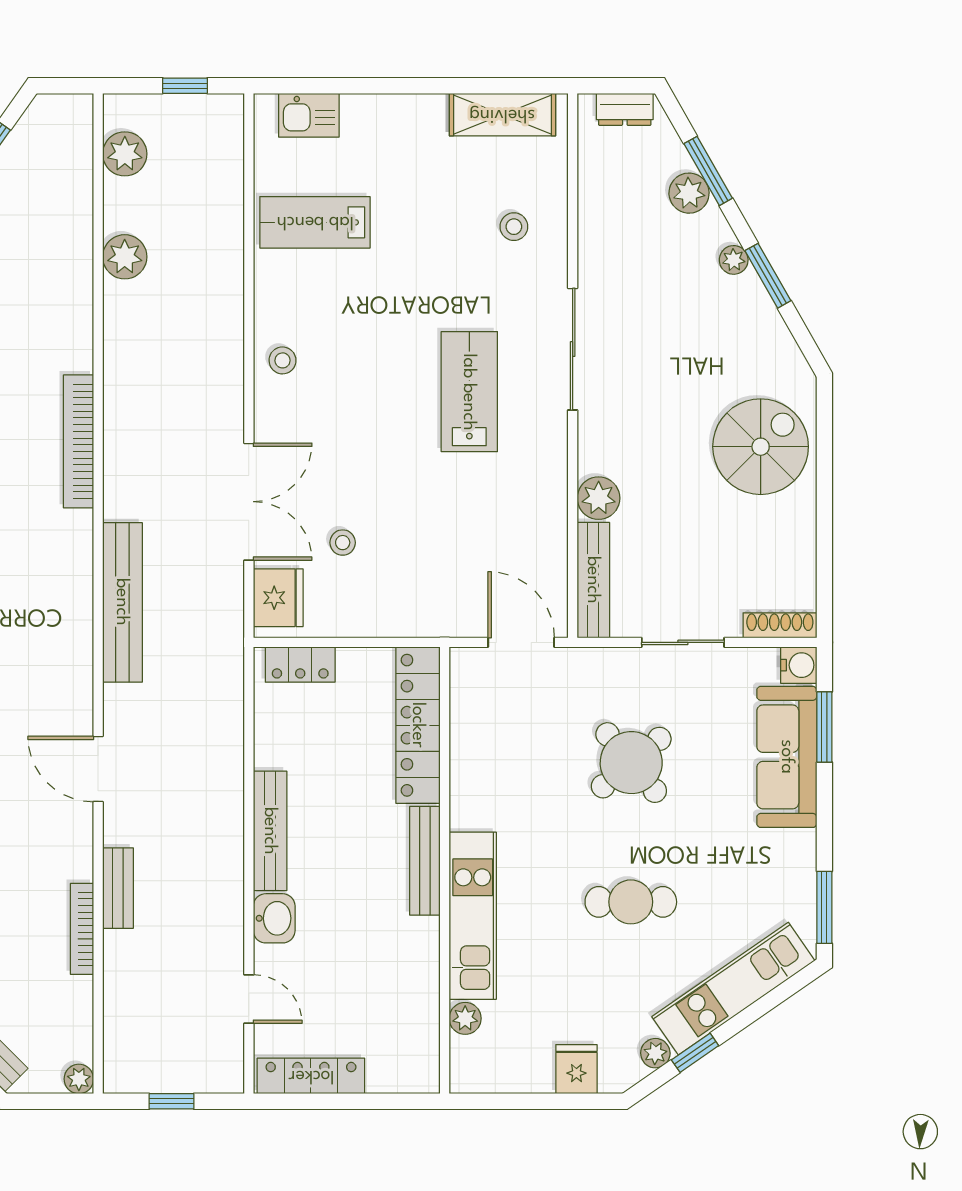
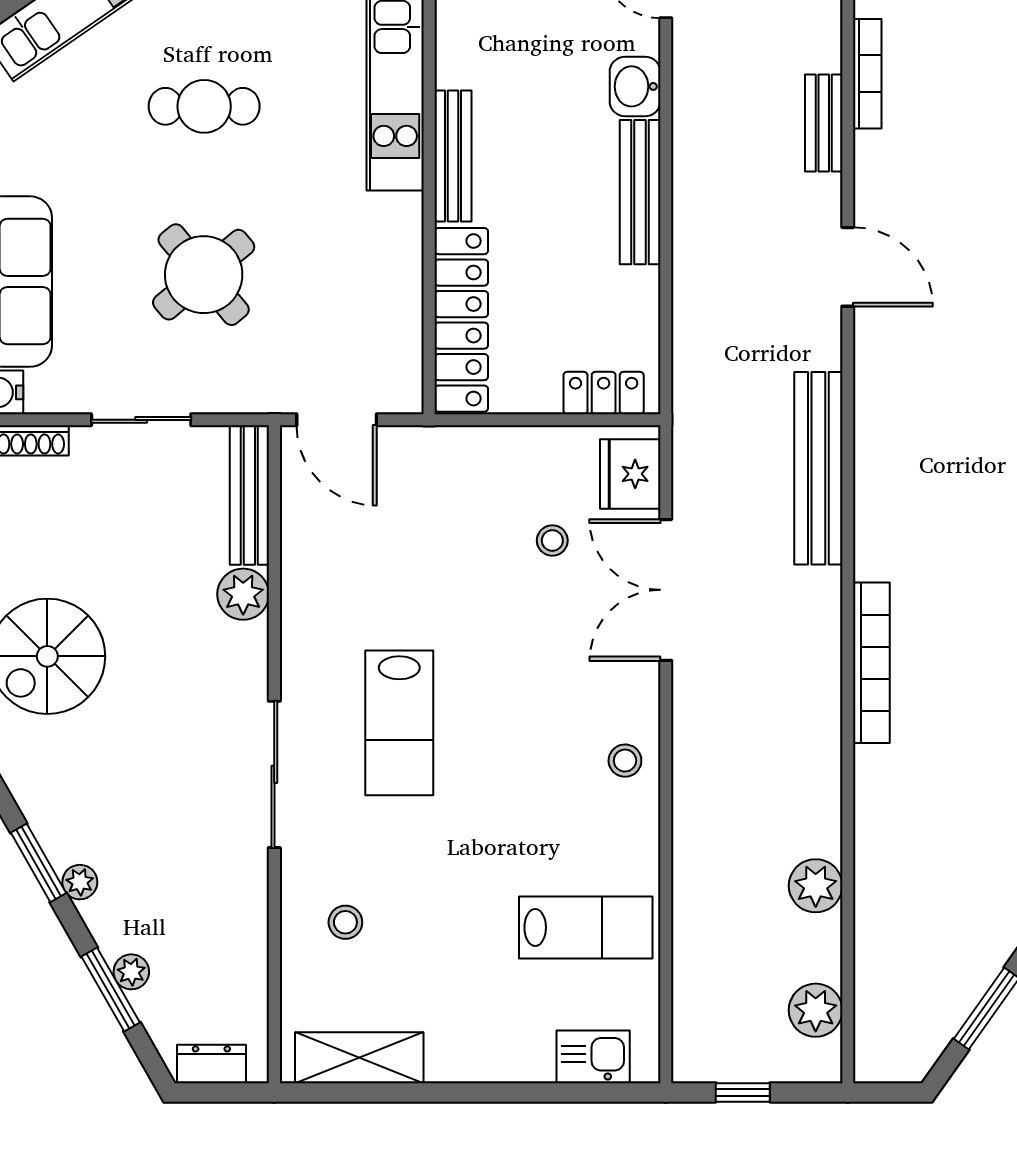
plant: (689, 193) -> (131, 972), width x0.73, depth x0.73

